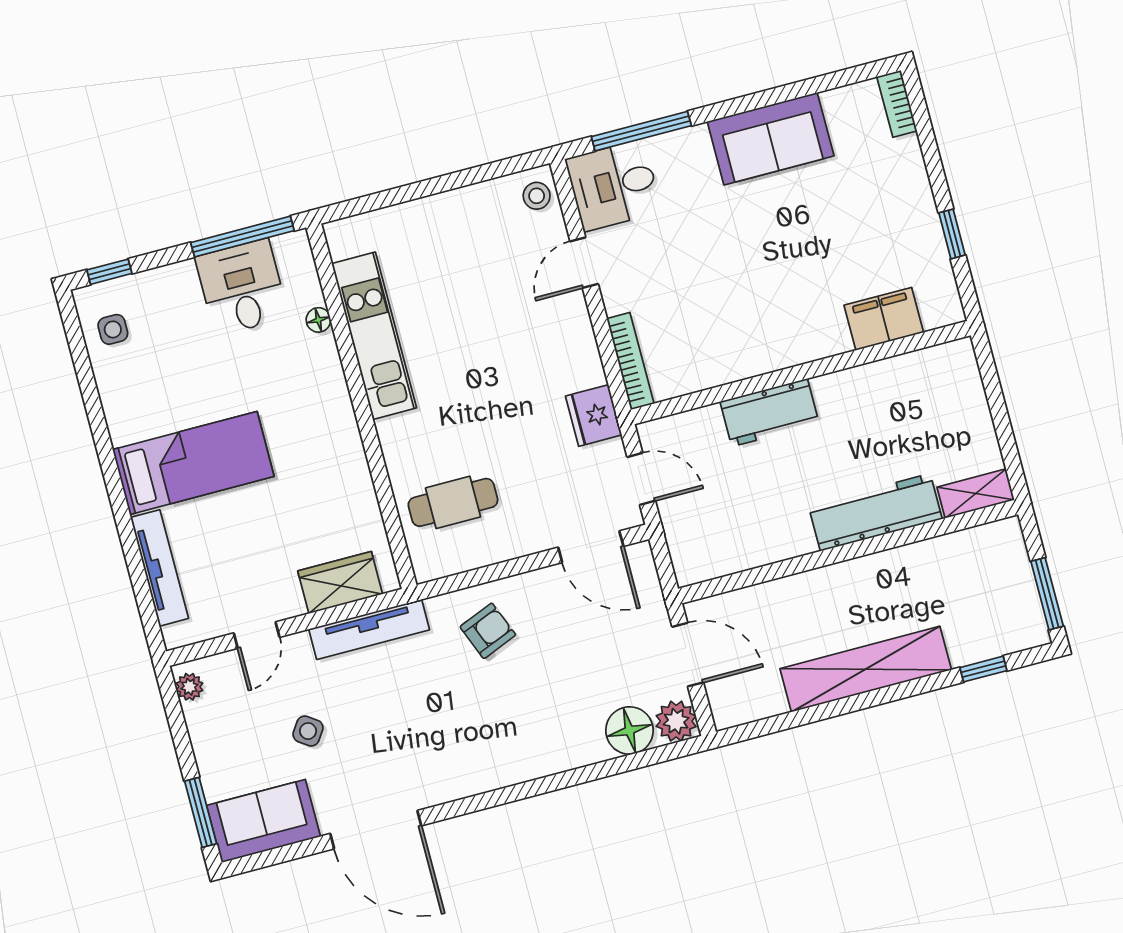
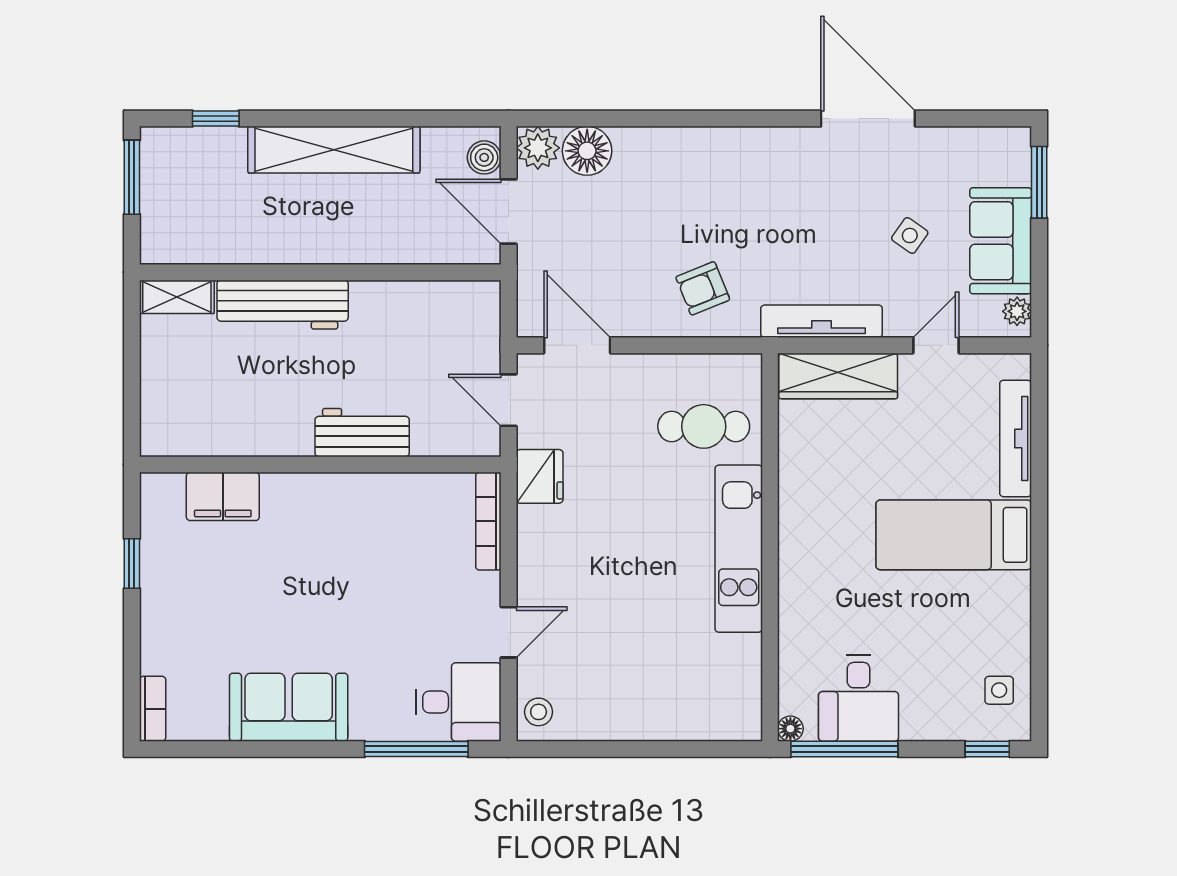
floor lamp: (318, 320) -> (790, 729), moved
kitchen unit: (374, 336) -> (739, 549), moved
wardrobe: (340, 583) -> (838, 376), width x1.50
boiler: (724, 699) -> (484, 157), added
sofa: (264, 821) -> (1001, 241), moved, turned 90

